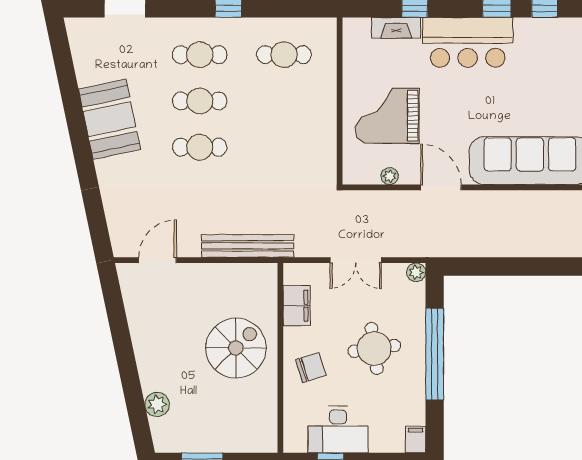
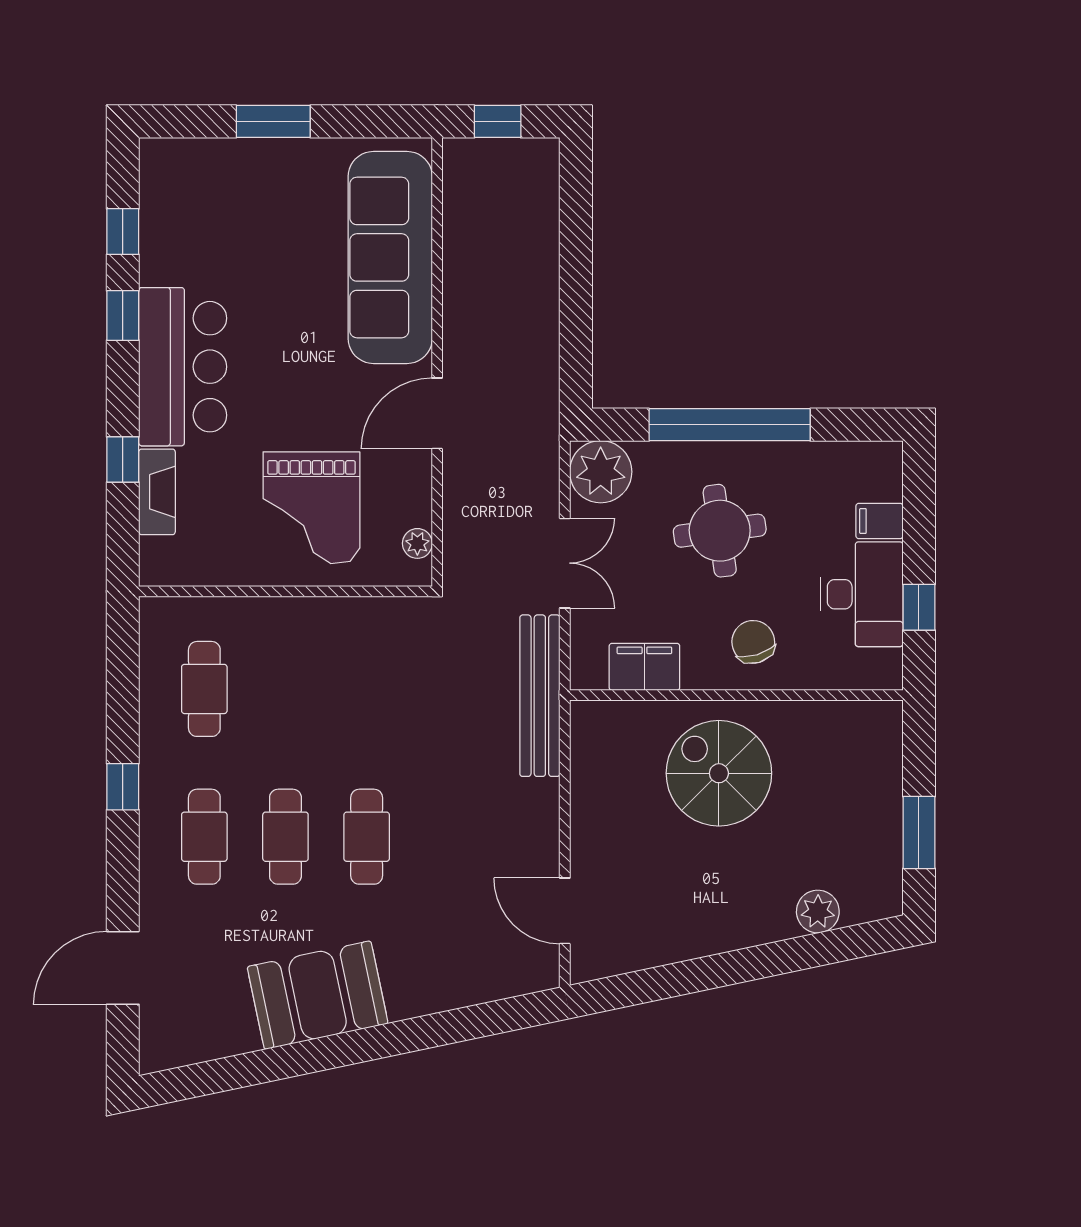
plant: (390, 176) -> (417, 543), moved
bench: (248, 246) -> (540, 696), moved
plant: (416, 272) -> (601, 472), width x1.88, depth x1.88
filing cabinet: (415, 440) -> (879, 521), moved

